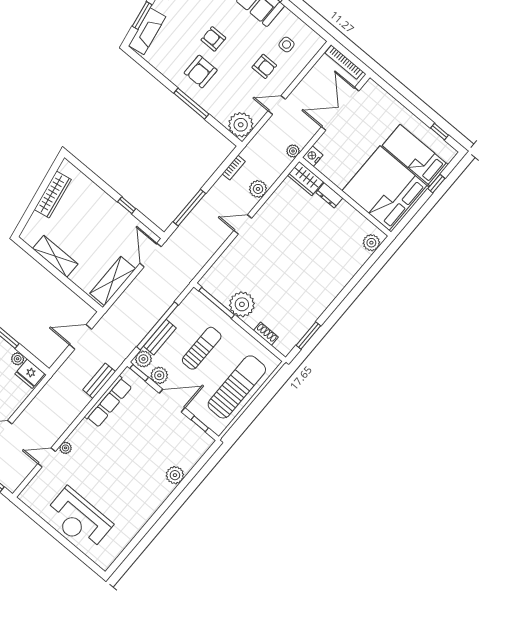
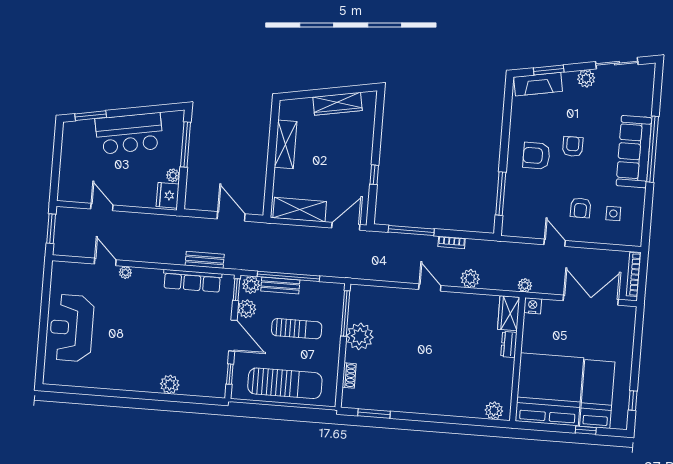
window: (191, 104) -> (501, 194), moved
plant: (241, 125) -> (515, 224), removed
bookcase: (234, 168) -> (452, 242), moved

